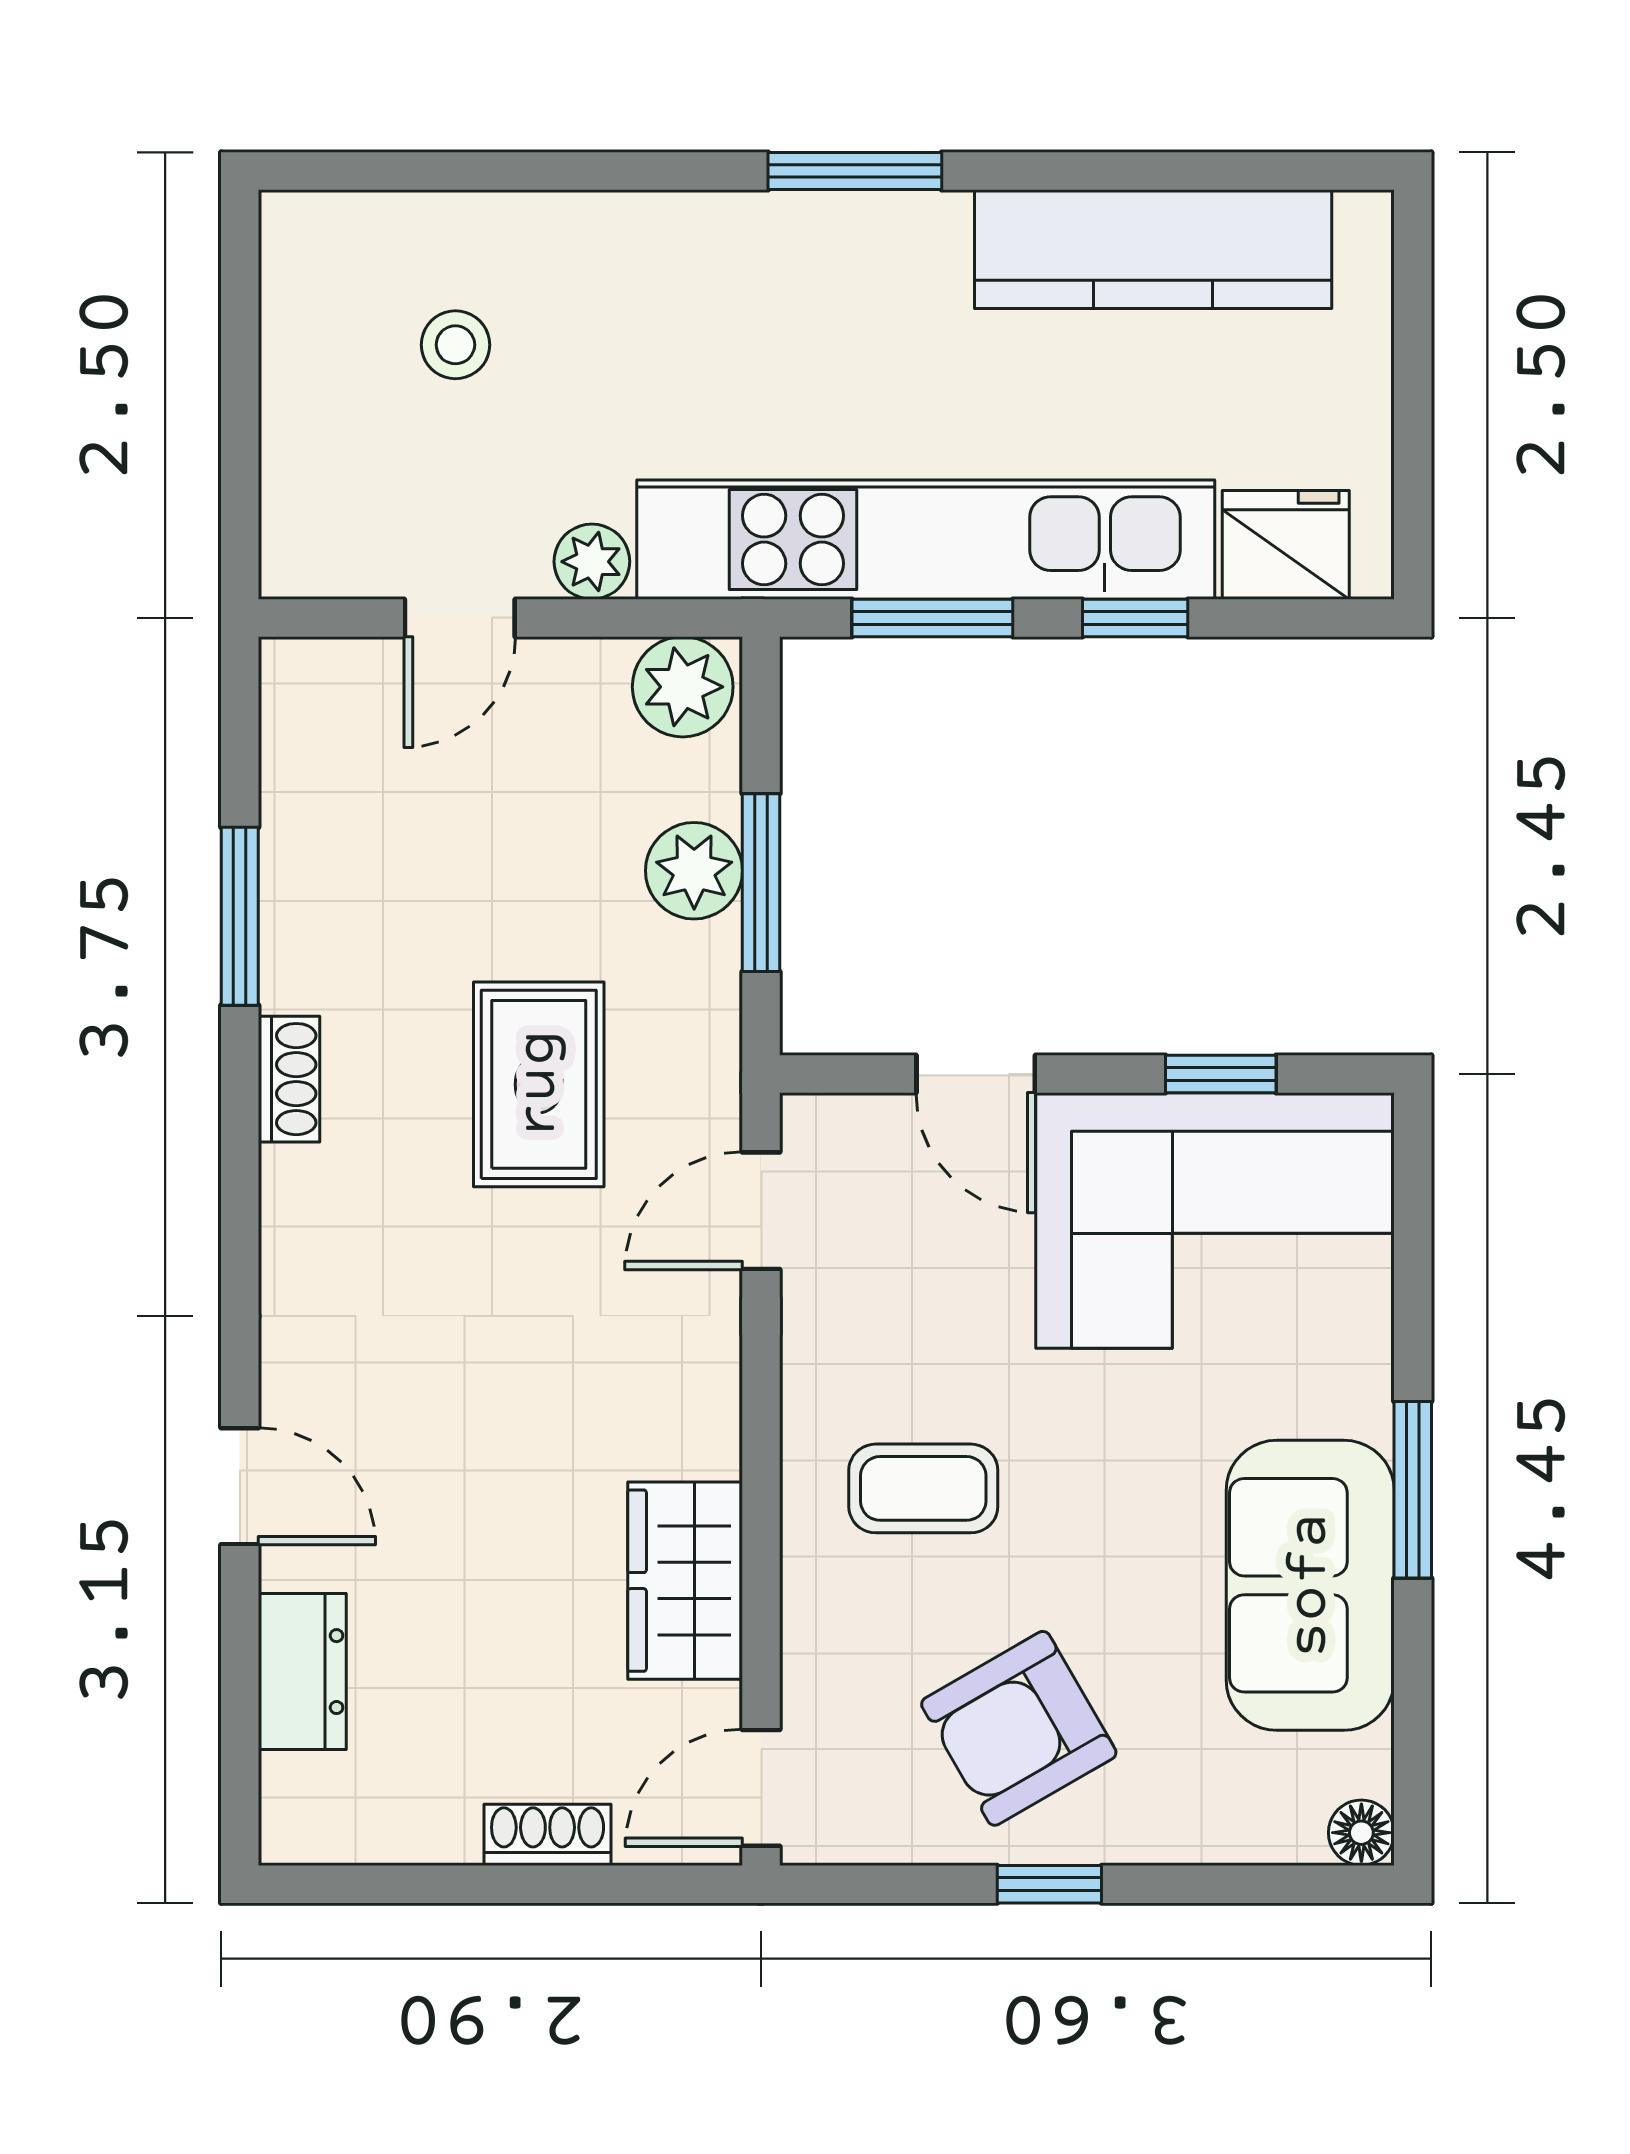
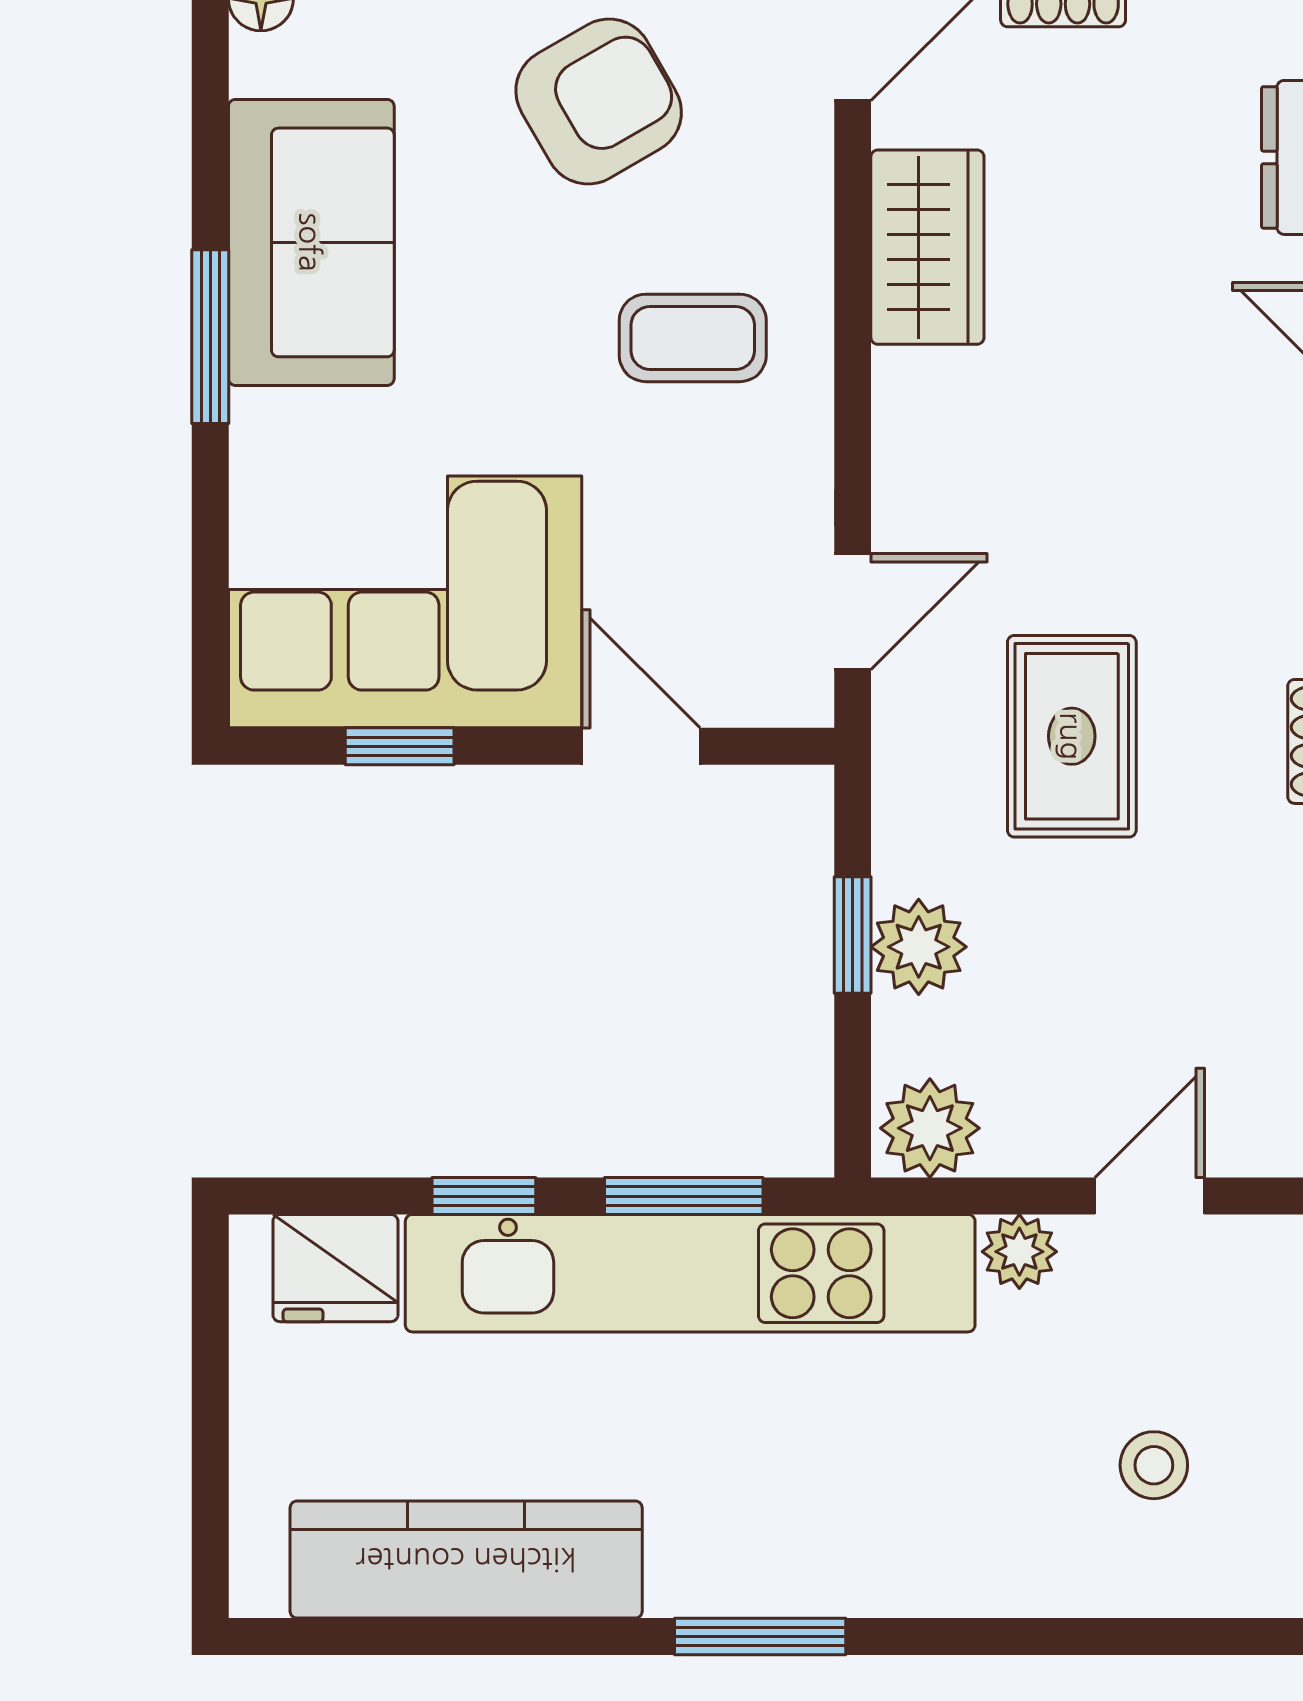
window: (761, 883) -> (853, 935), width x0.67

